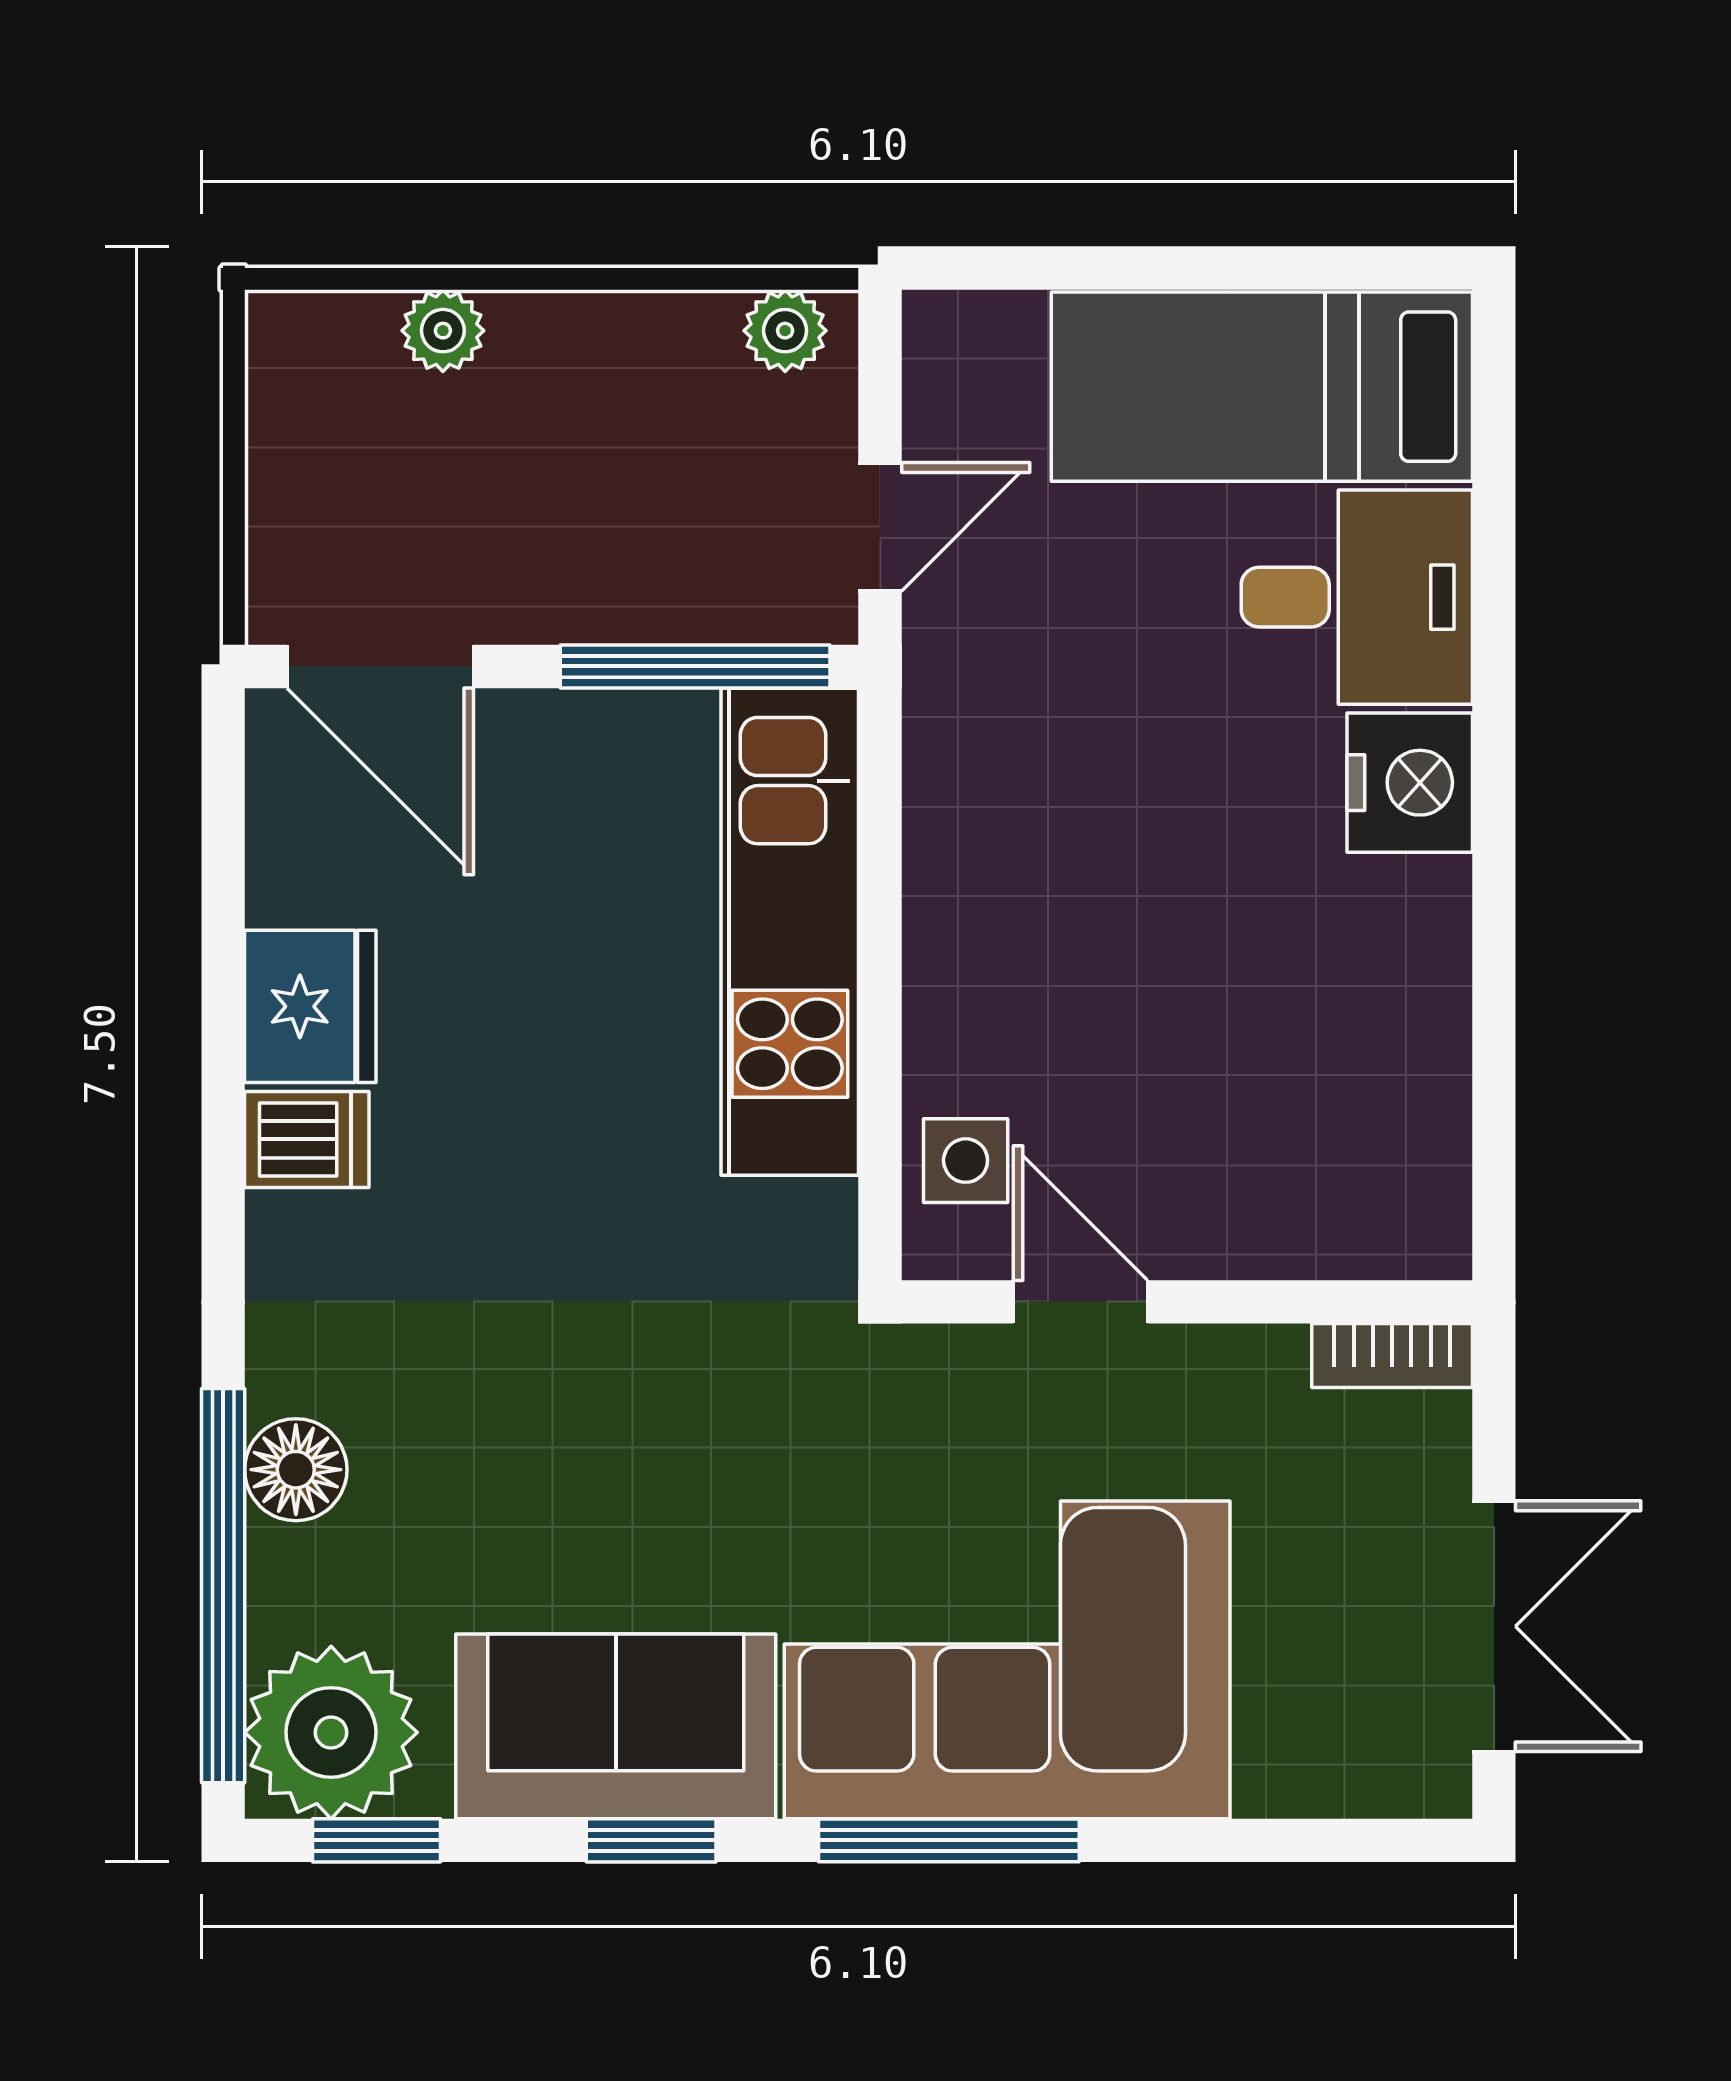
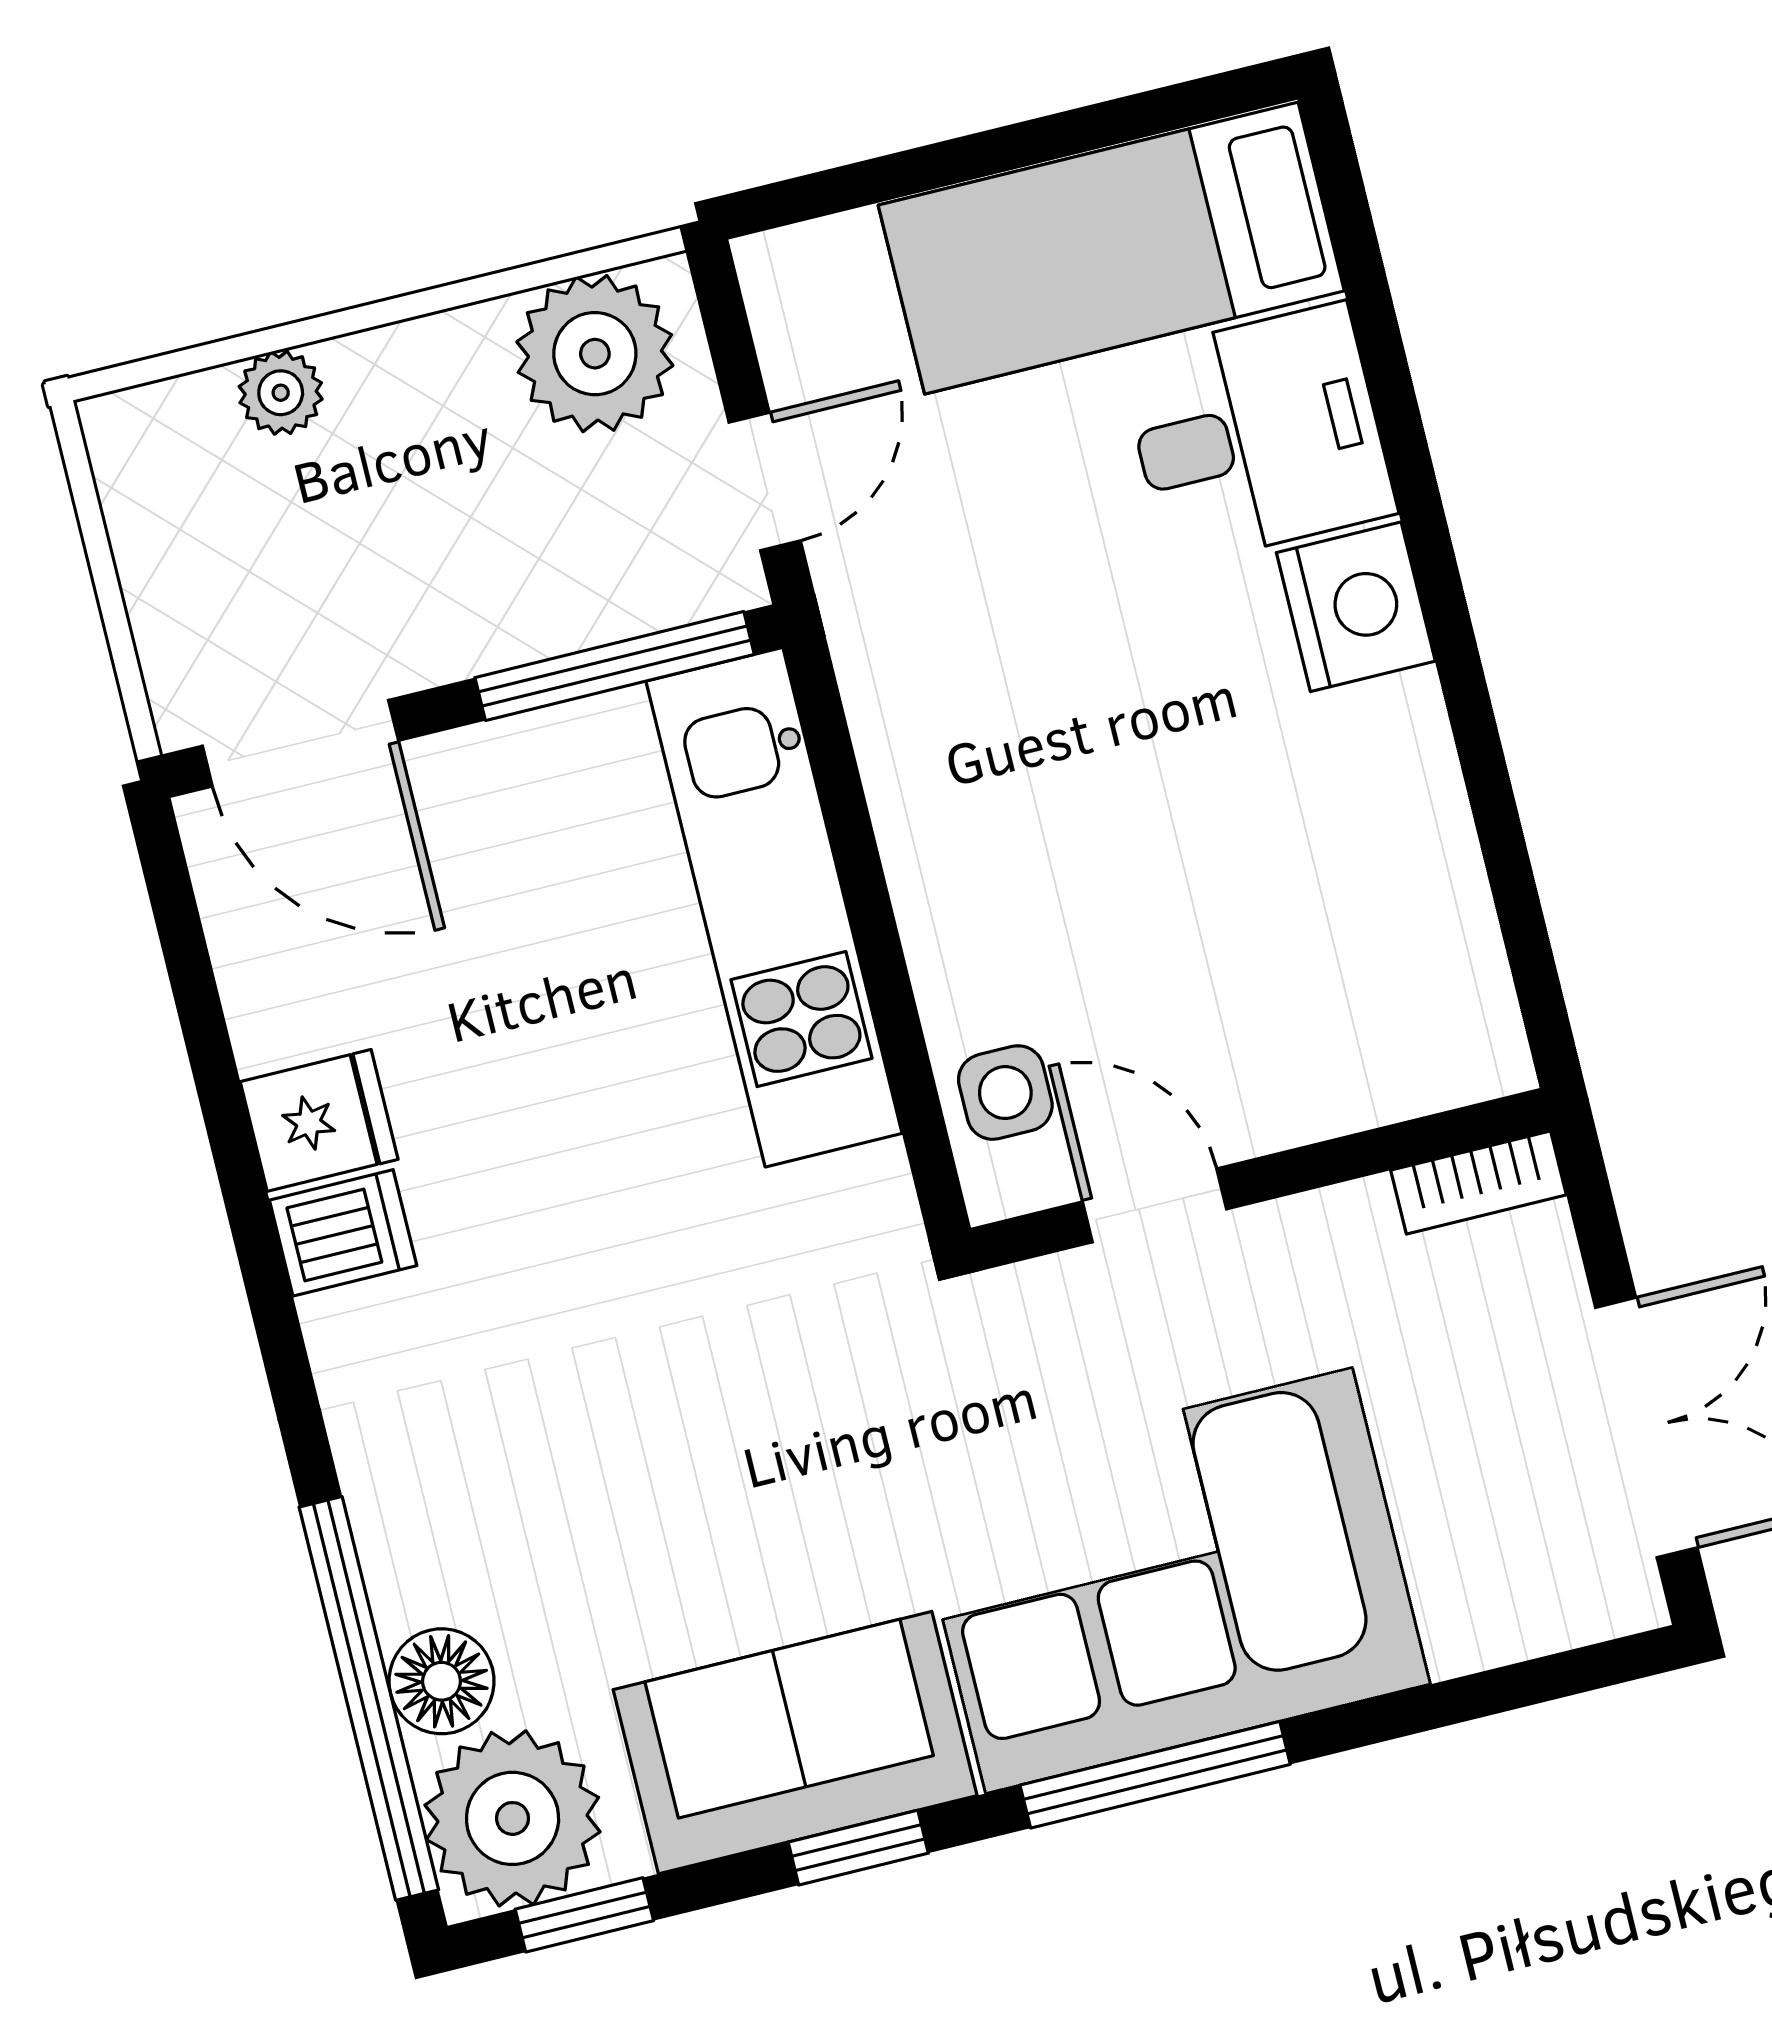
plant: (785, 331) -> (595, 354), width x1.87, depth x1.87
fridge: (310, 1006) -> (319, 1120), width x0.72
floor lamp: (296, 1470) -> (442, 1681), moved

